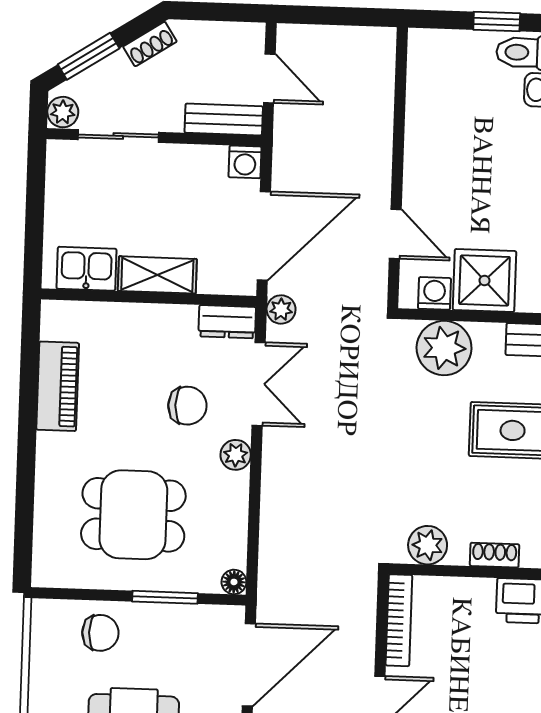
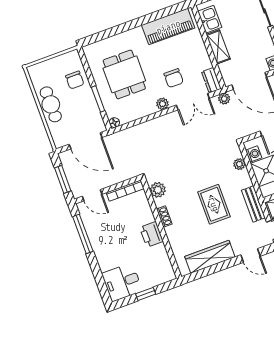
plant: (444, 348) -> (239, 164), width x0.53, depth x0.53
piano: (58, 386) -> (168, 27), width x1.37, depth x1.33

